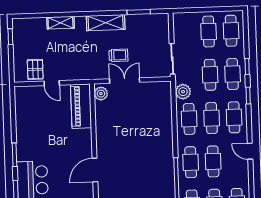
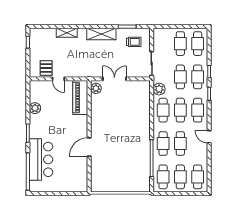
trolley: (118, 55) -> (134, 42), moved
plant: (23, 122) -> (35, 108), added

